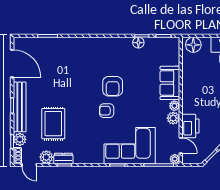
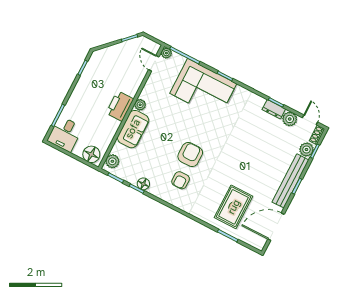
door: (12, 63) -> (276, 227), hinge flipped
armchair: (107, 111) -> (181, 180), moved, turned 90
plant: (173, 118) -> (112, 161), moved
rug: (53, 124) -> (234, 207), moved
printer: (190, 126) -> (120, 106), moved

